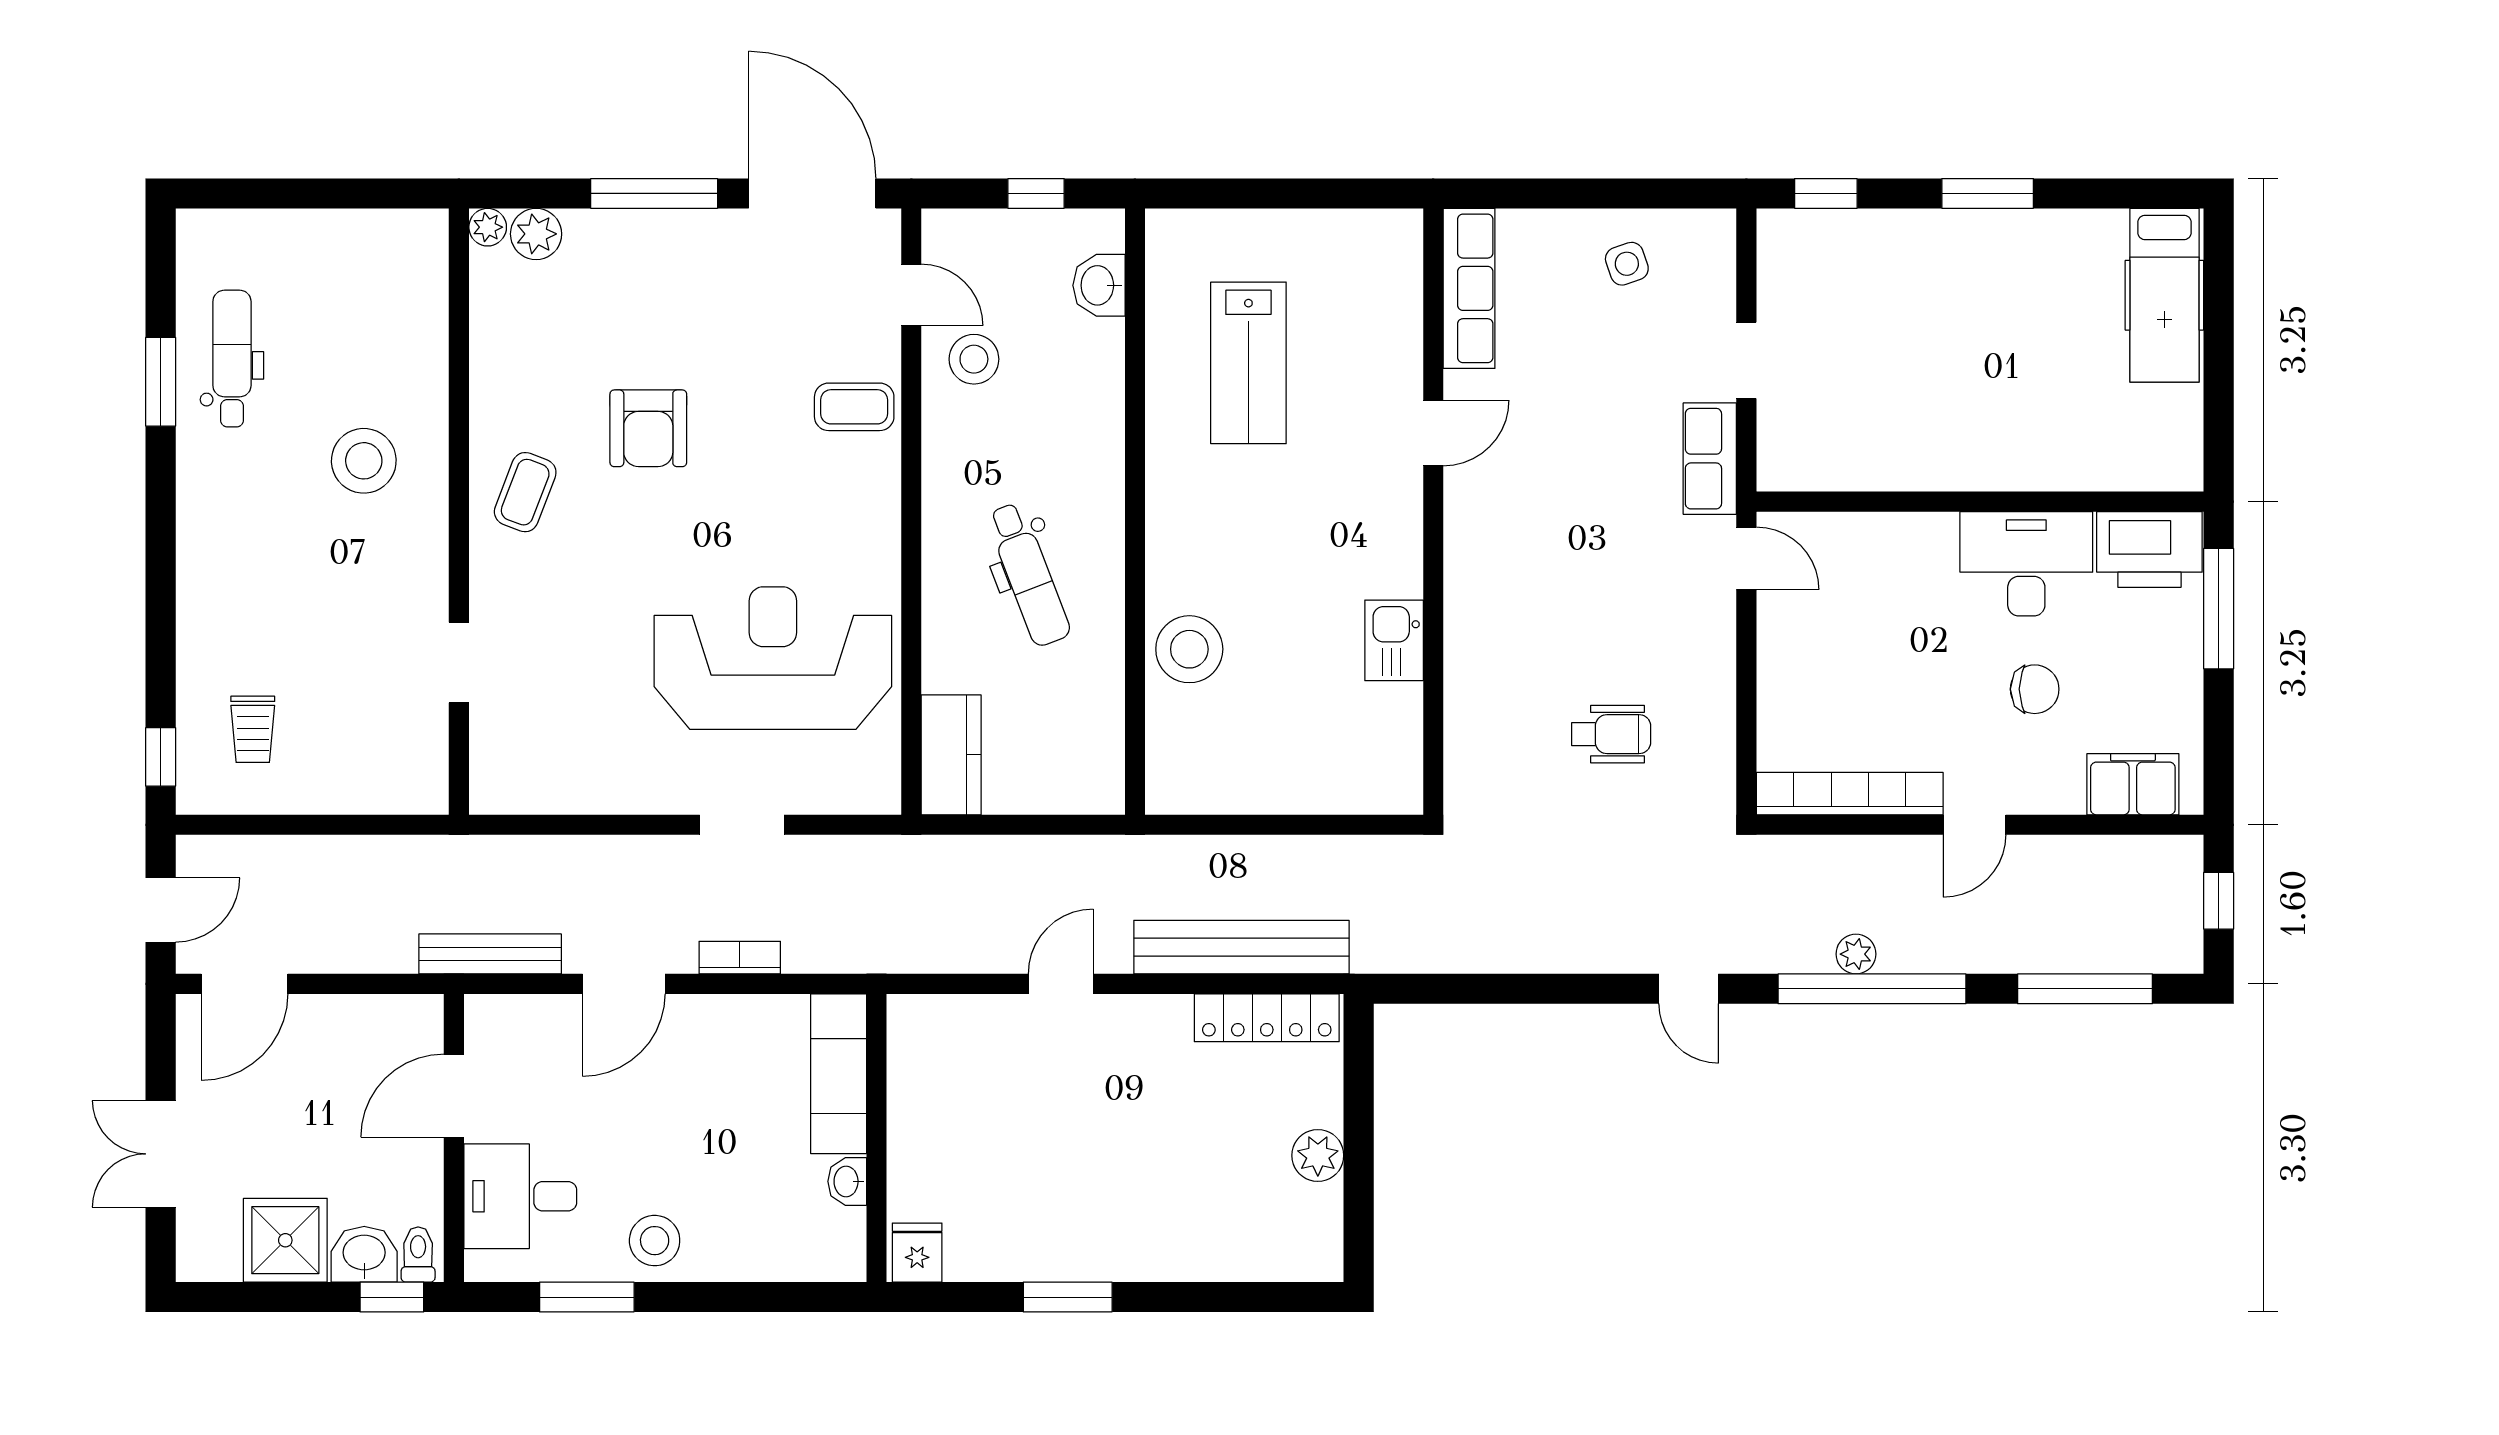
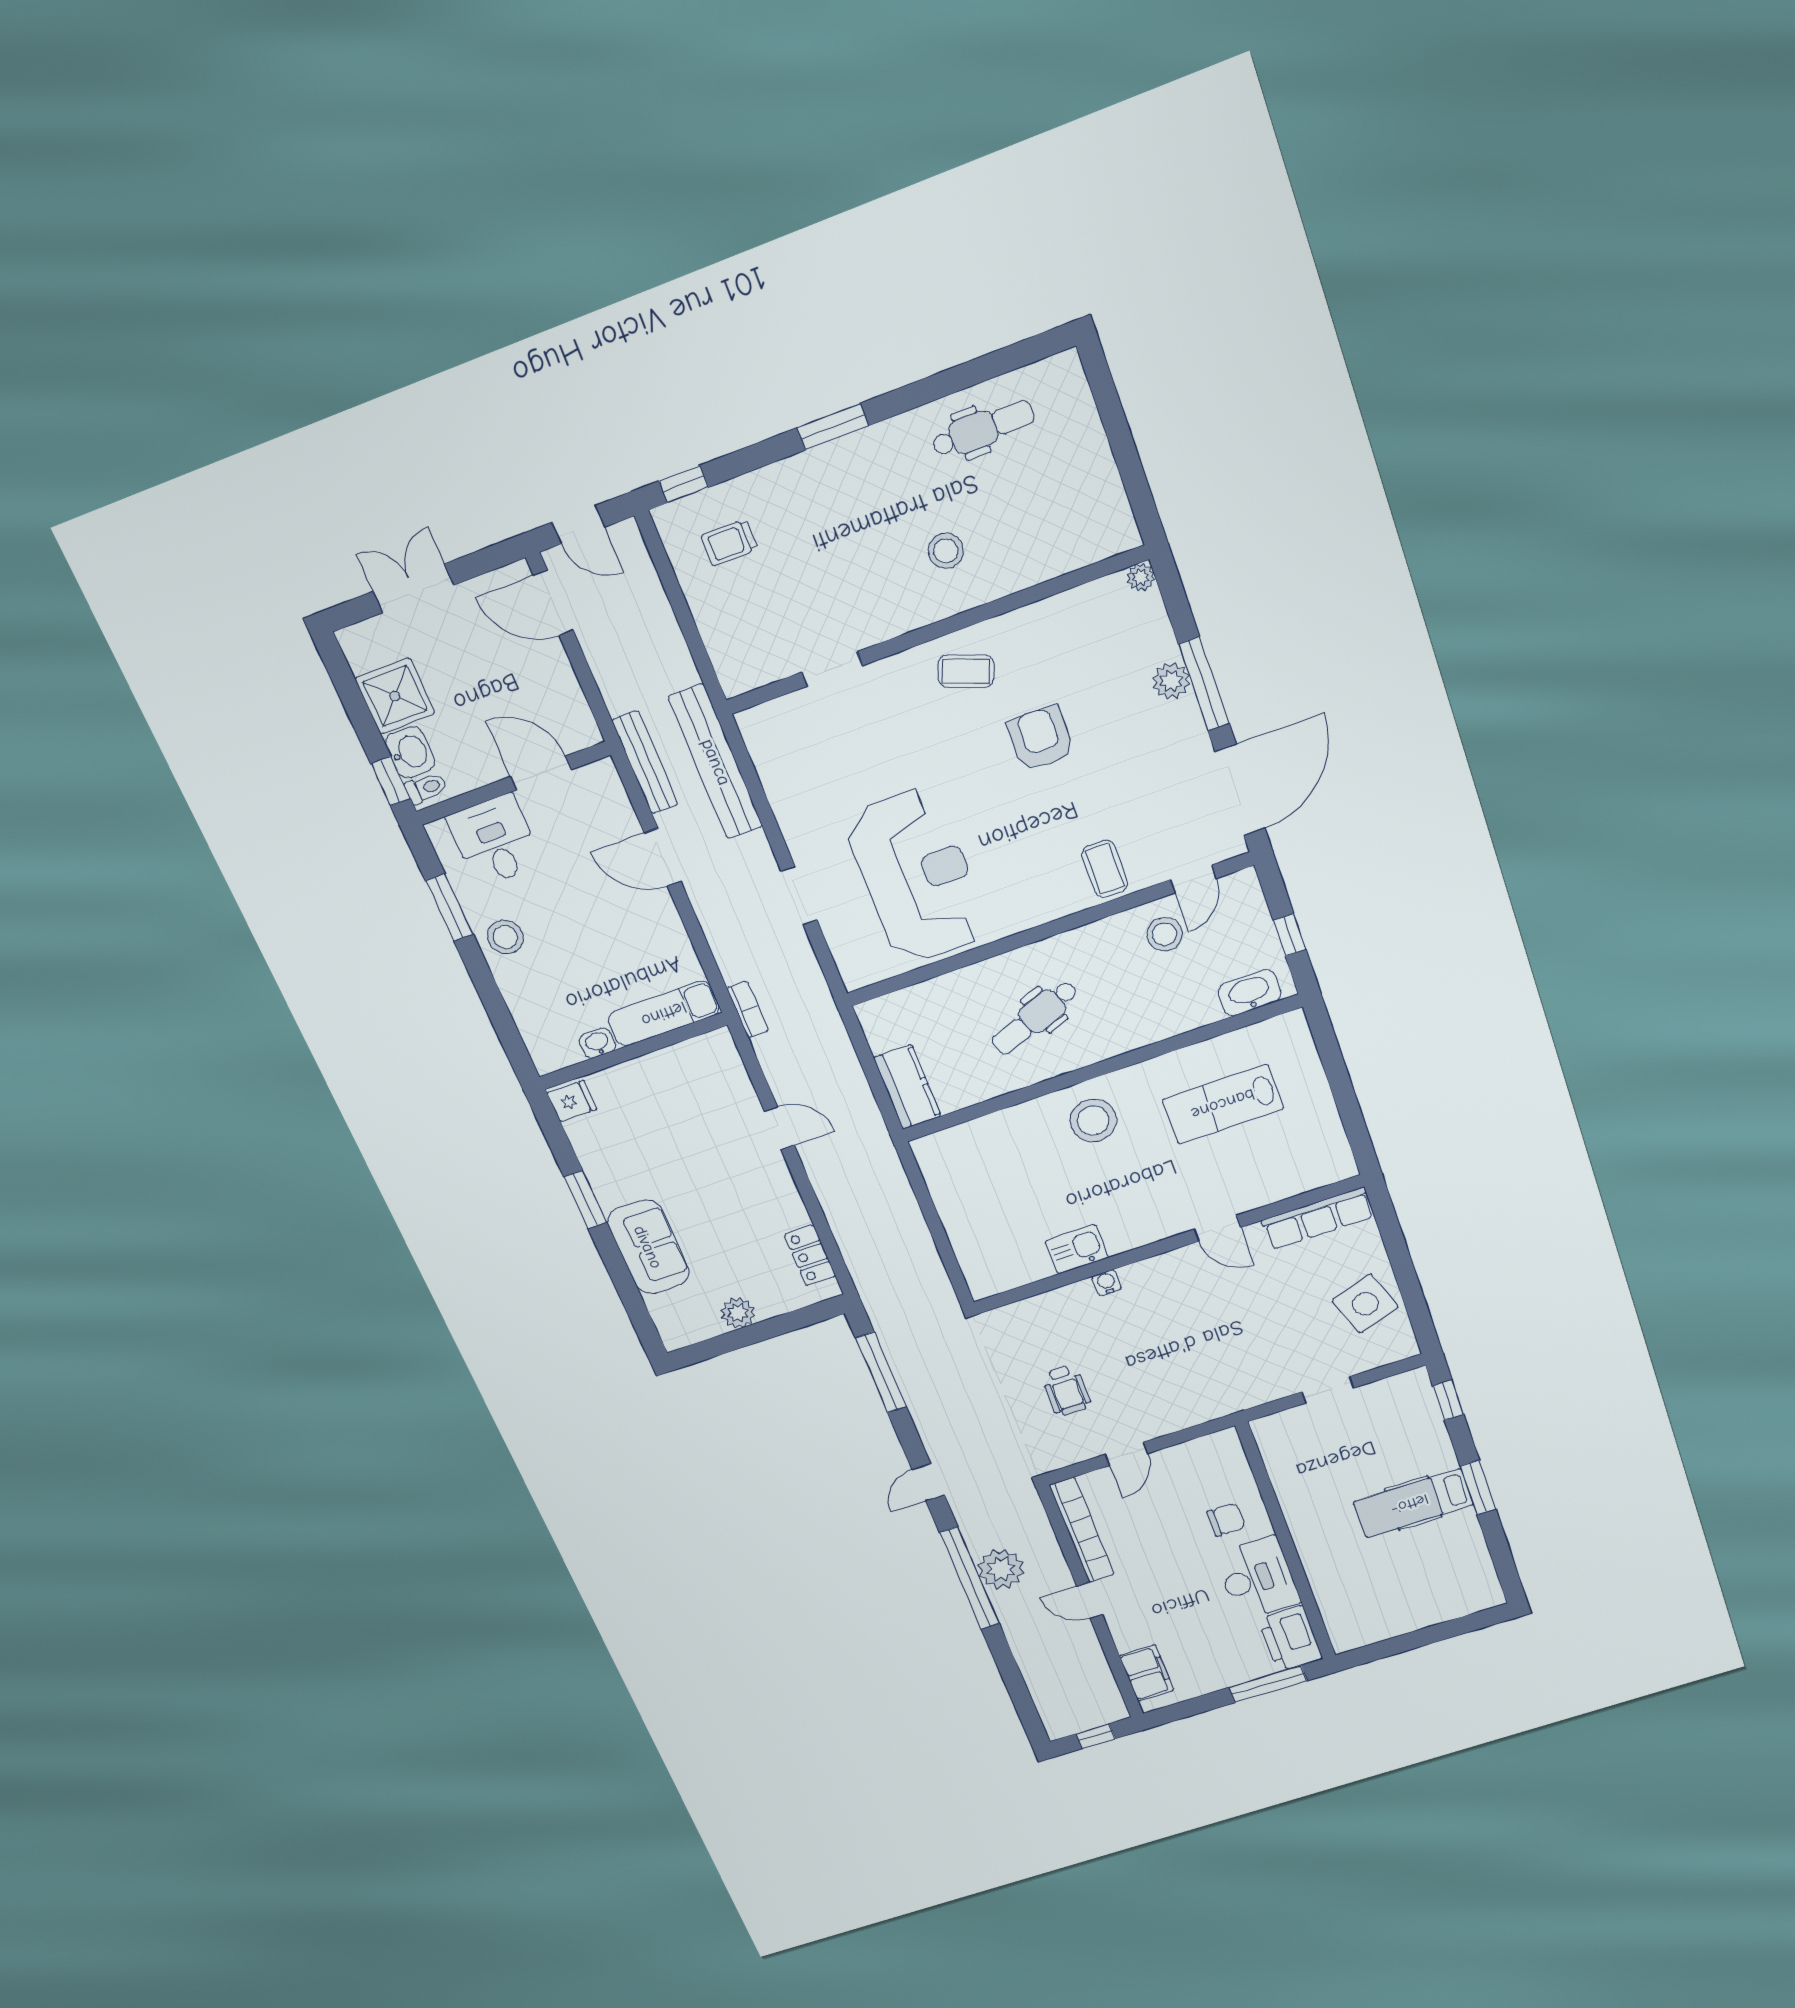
plant: (536, 234) -> (1171, 681), moved
side table: (1627, 264) -> (1365, 1304), width x1.87, depth x1.87
washbasin: (1099, 285) -> (1250, 993), width x1.38
hospital bed: (2164, 295) -> (1413, 1503), moved
window: (161, 382) -> (833, 427), moved
armchair: (648, 428) -> (1041, 739), turned 90
row of seats: (1710, 459) -> (1259, 1389), removed
stool: (364, 461) -> (946, 551), width x0.73, depth x0.73
door: (1746, 558) -> (1127, 1454), moved
water cooler: (1461, 616) -> (1107, 1283), added
stool: (1189, 649) -> (1093, 1120), moved
chair: (2035, 689) -> (1226, 1520), moved, turned -90
kitchen counter: (951, 755) -> (907, 1087), moved, turned -90
bench: (1241, 947) -> (716, 762), moved
plant: (1856, 954) -> (1001, 1569), width x1.87, depth x1.87
bookcase: (740, 958) -> (748, 1009), moved
window: (2085, 989) -> (881, 1372), moved
locker: (1267, 1018) -> (810, 1256), width x0.66
sofa: (1171, 1239) -> (648, 1247), added

